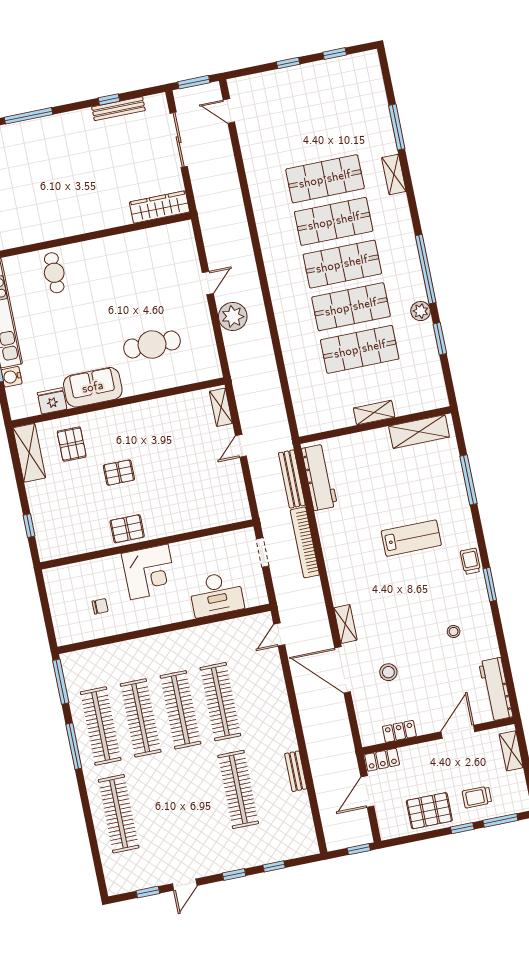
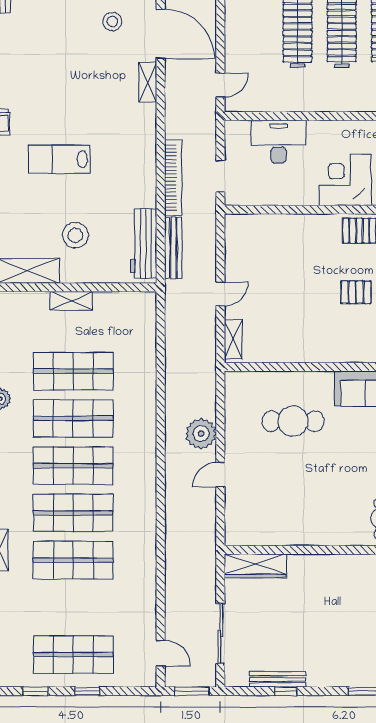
shop shelf: (308, 93) -> (73, 655), added
stool: (454, 631) -> (75, 235), moved, width x1.89, depth x1.89

